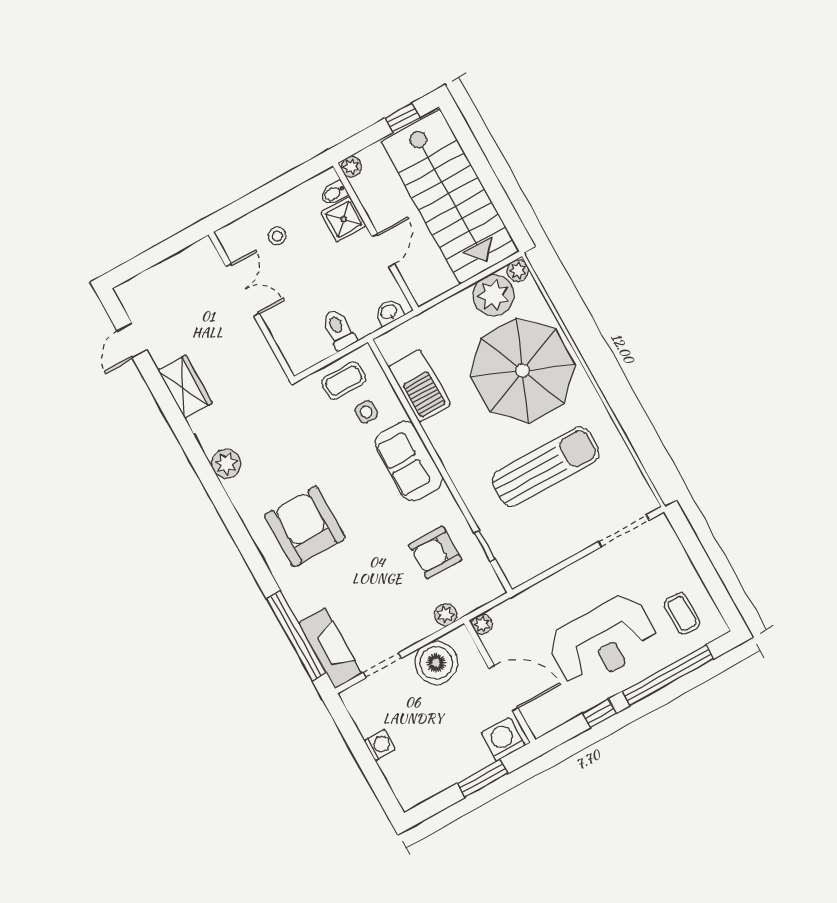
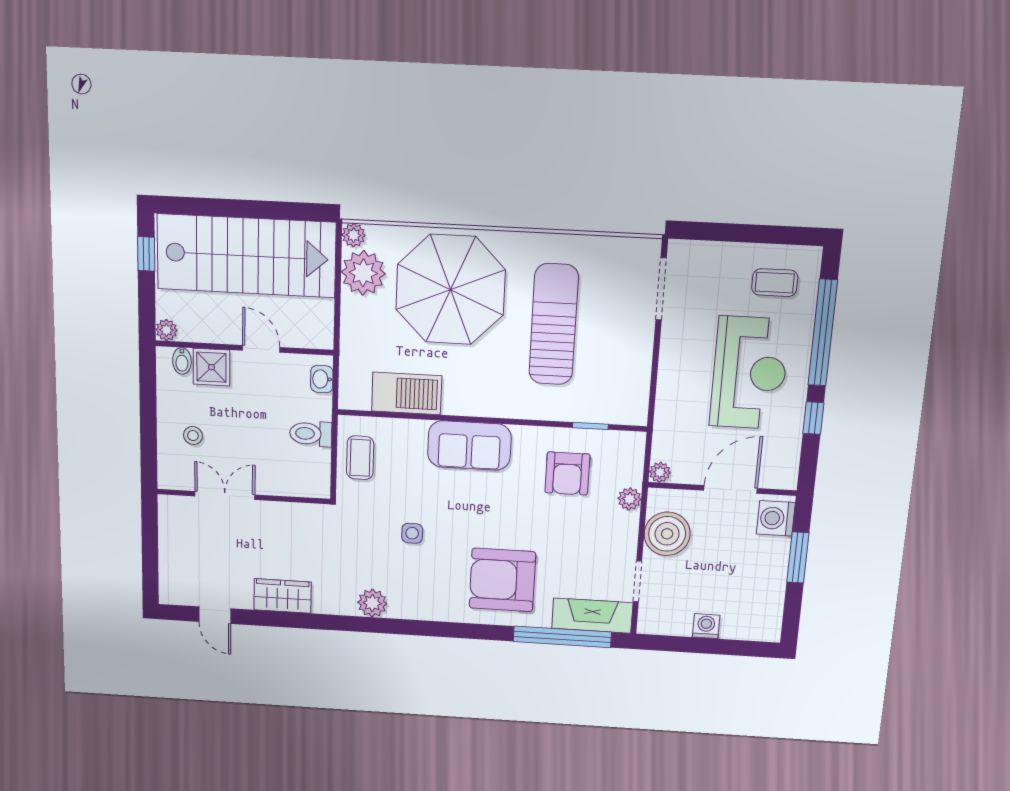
side table: (366, 412) -> (412, 533), moved
armchair: (305, 527) -> (502, 580), moved

